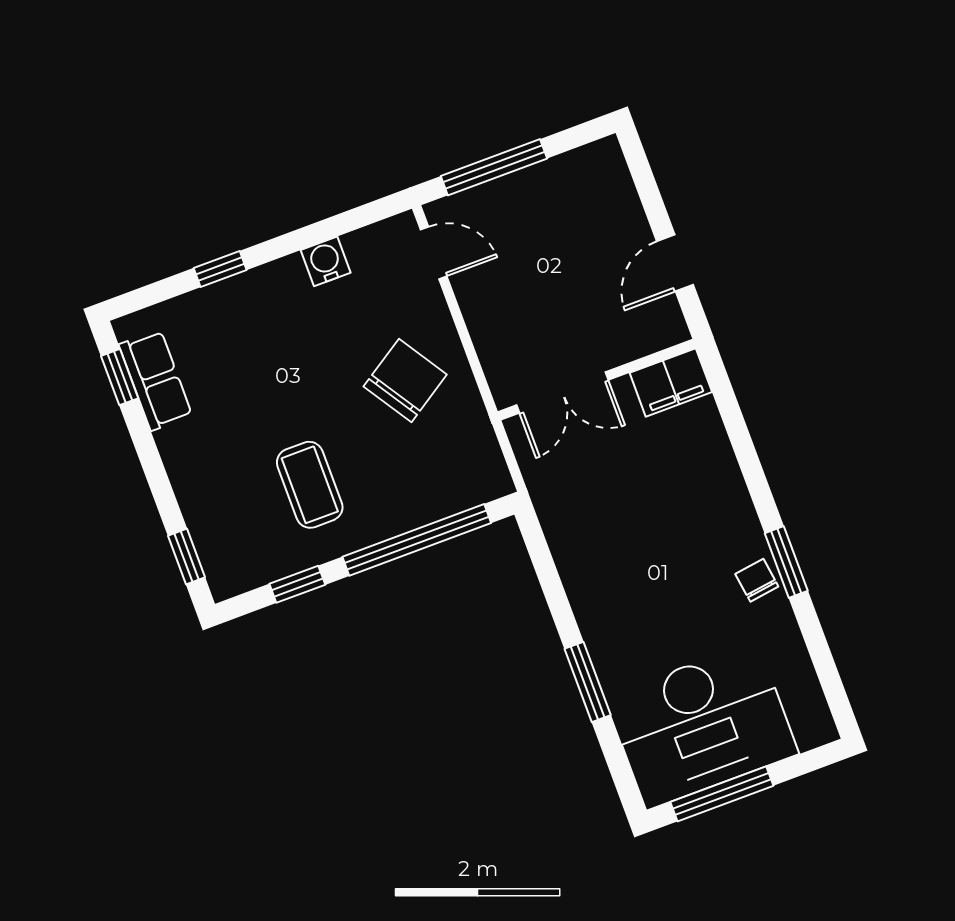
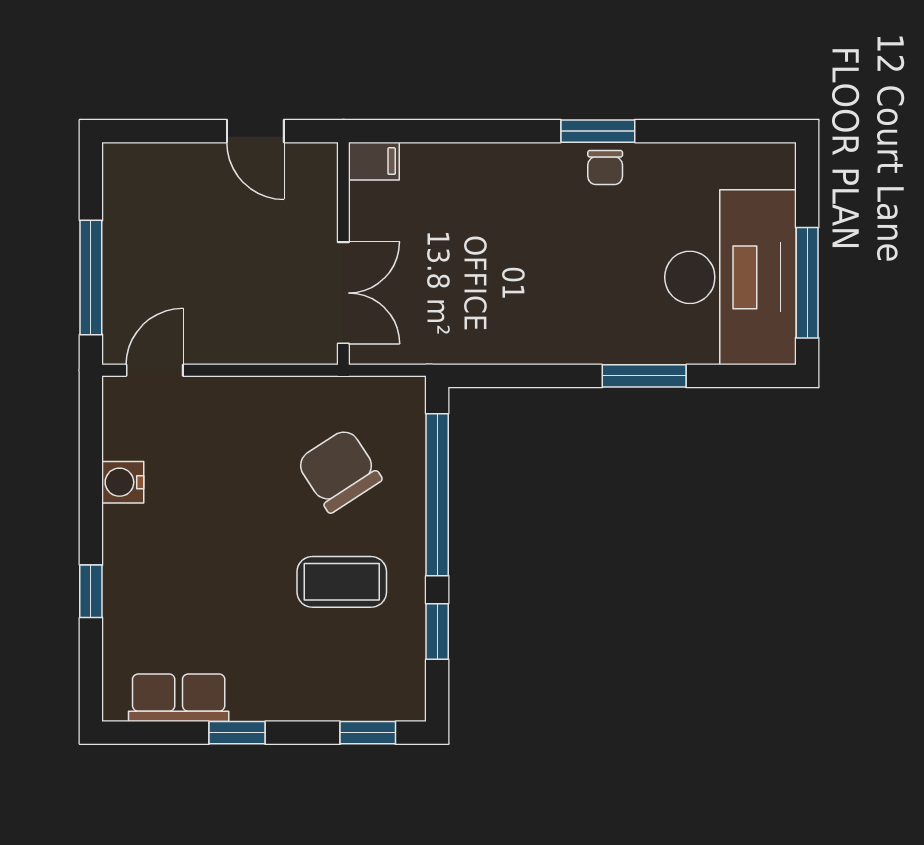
window: (120, 377) -> (237, 733), moved
chair: (405, 380) -> (339, 470), moved
filing cabinet: (671, 382) -> (374, 161), width x0.50
chair: (757, 580) -> (605, 168), turned -82

